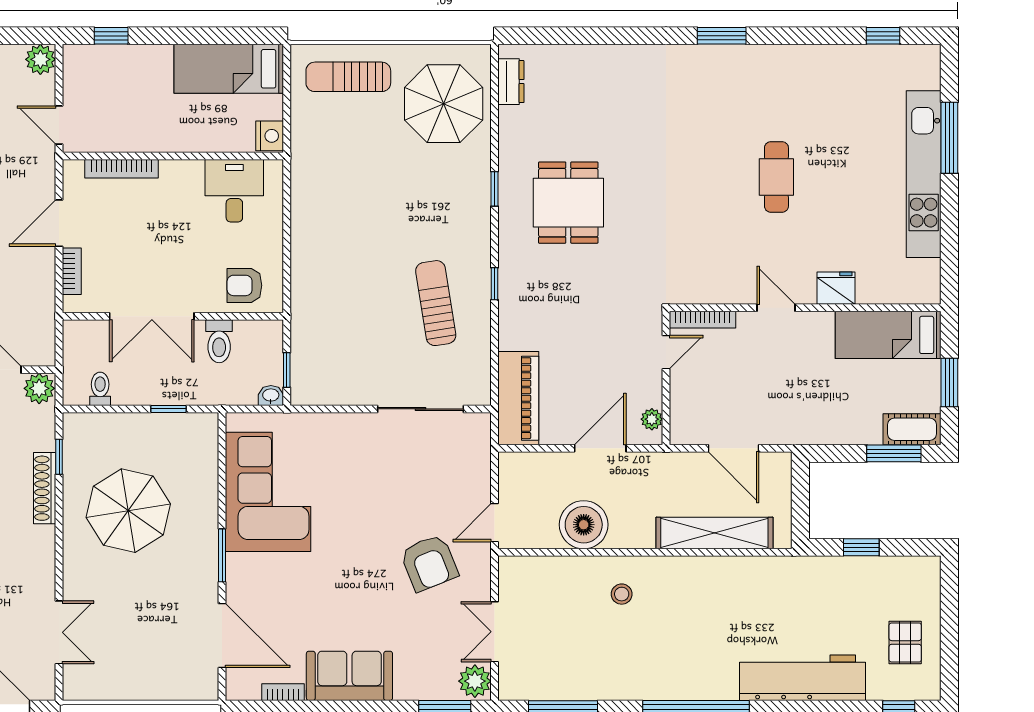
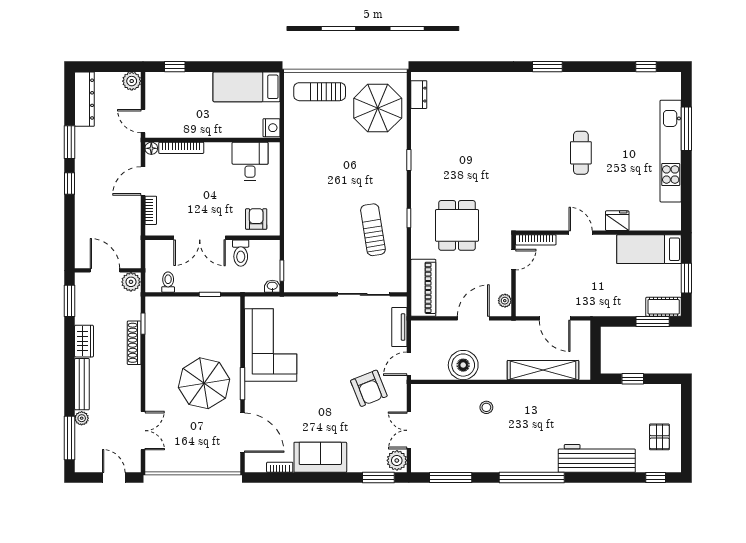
floor lamp: (73, 170) -> (151, 148), added
dining table: (568, 203) -> (457, 225), moved
armchair: (244, 285) -> (256, 219), turned 90
tv unit: (479, 462) -> (399, 327), added
parasol: (128, 511) -> (204, 383), moved

